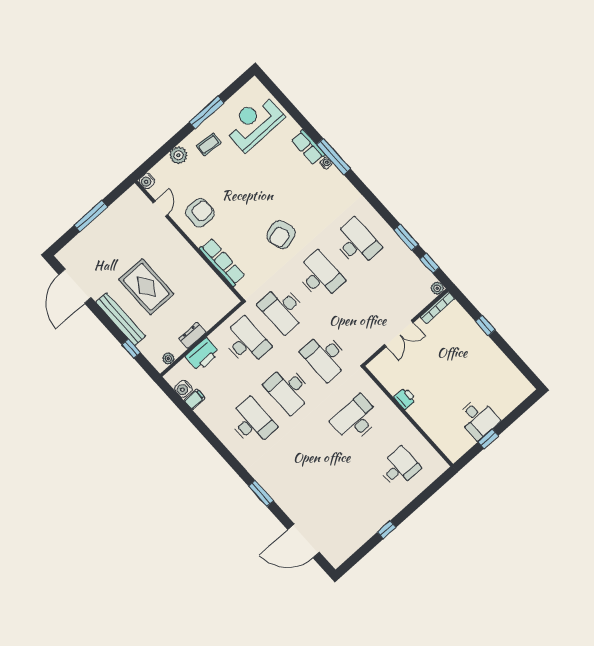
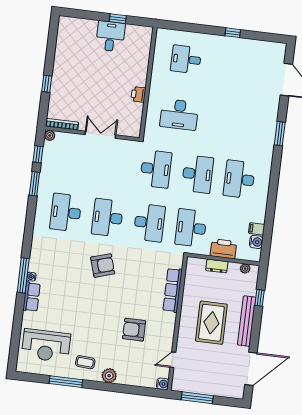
water cooler: (147, 181) -> (163, 384), moved
door: (160, 209) -> (173, 360), moved
wall: (189, 241) -> (177, 323), moved
row of seats: (222, 262) -> (173, 290), moved

